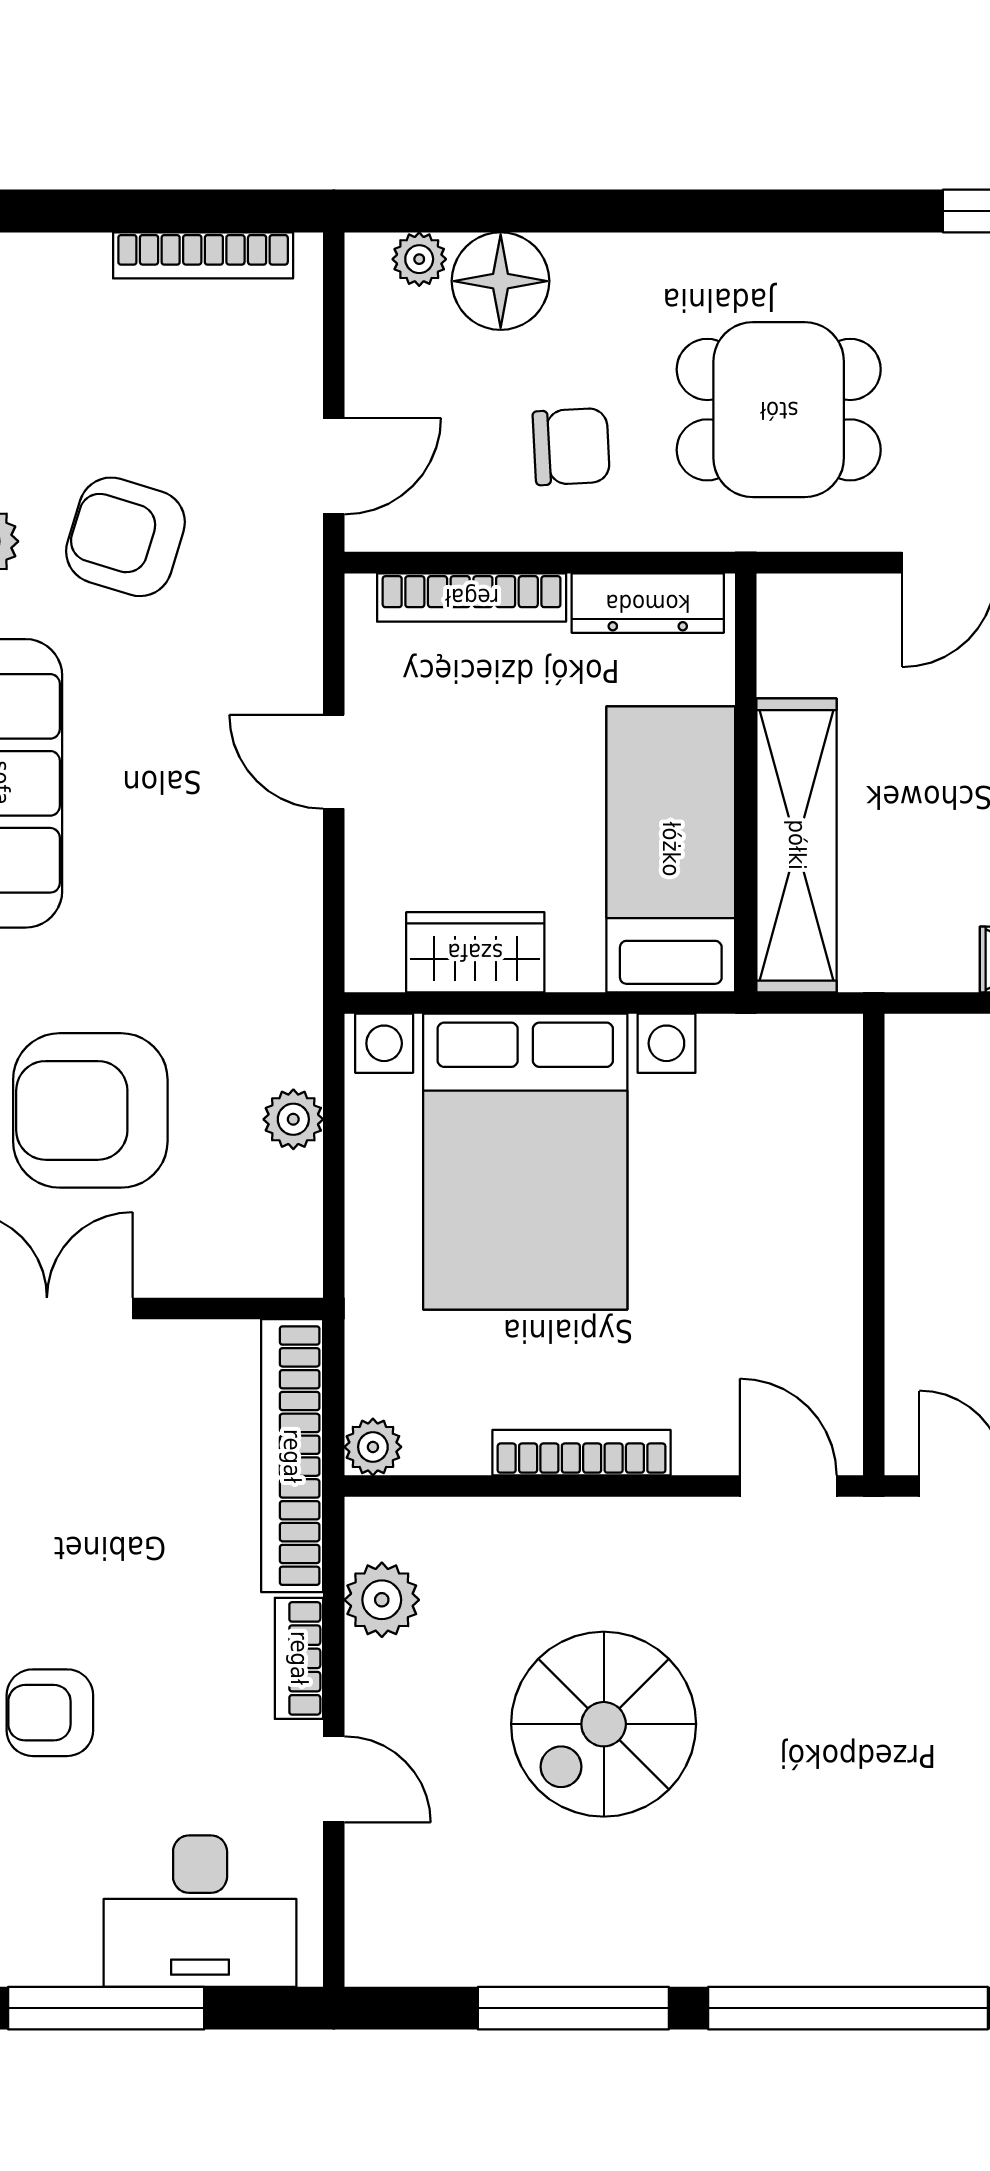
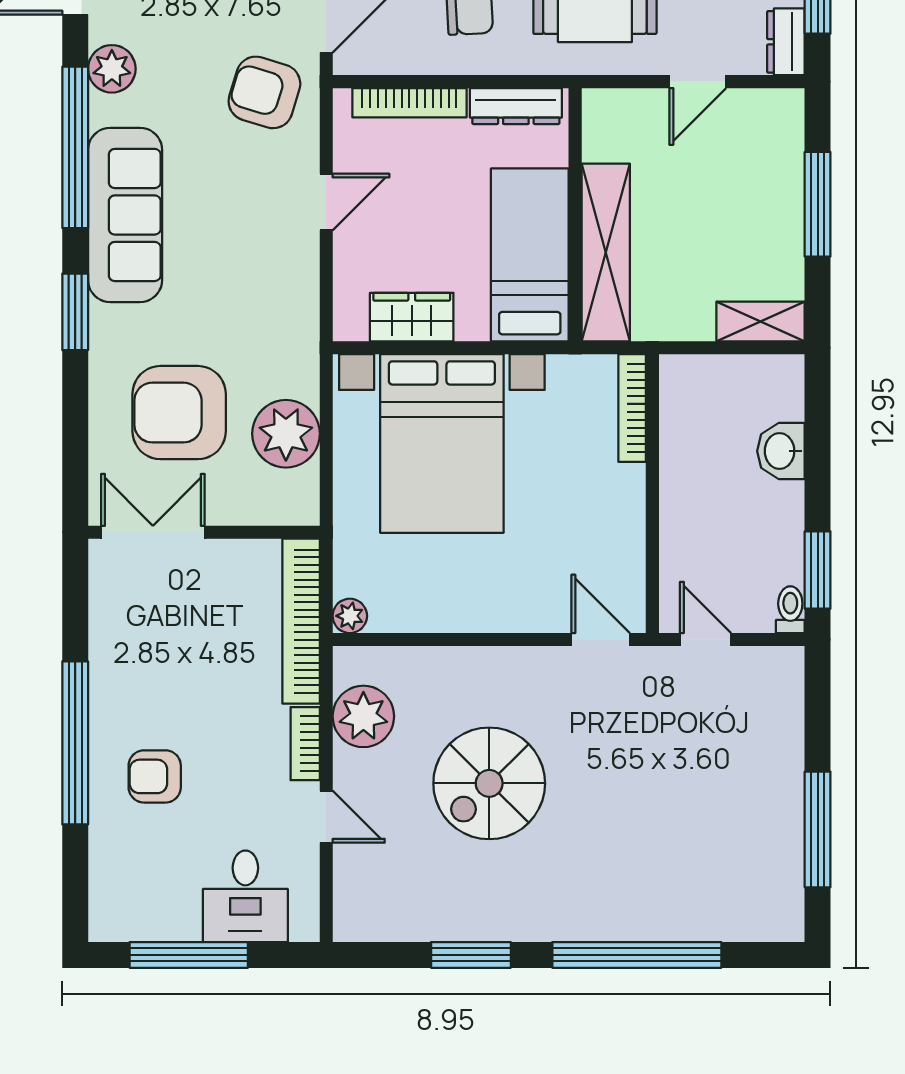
armchair: (125, 537) -> (264, 92), moved
door: (334, 762) -> (326, 202), swing flipped
plant: (293, 1119) -> (286, 434), width x1.87, depth x1.87
bookcase: (582, 1453) -> (632, 408), moved, turned -90
plant: (382, 1600) -> (363, 716), width x1.36, depth x1.36
desk: (200, 1911) -> (245, 896), width x0.73
window: (573, 2008) -> (471, 955), width x0.69

